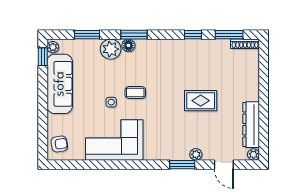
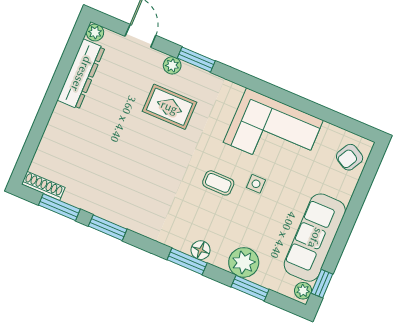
window: (193, 35) -> (108, 228), width x1.50
plant: (111, 49) -> (244, 262), moved
rug: (201, 101) -> (169, 107), moved
armchair: (59, 144) -> (350, 157), turned -52

